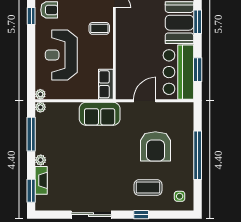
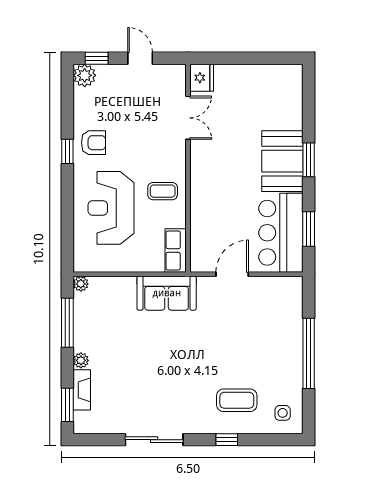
coffee table: (99, 28) -> (163, 191), moved
plant: (40, 94) -> (81, 265), removed
armchair: (155, 146) -> (248, 341), removed

